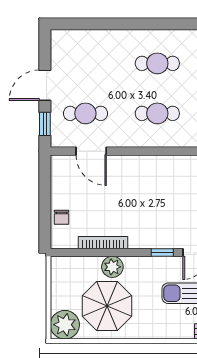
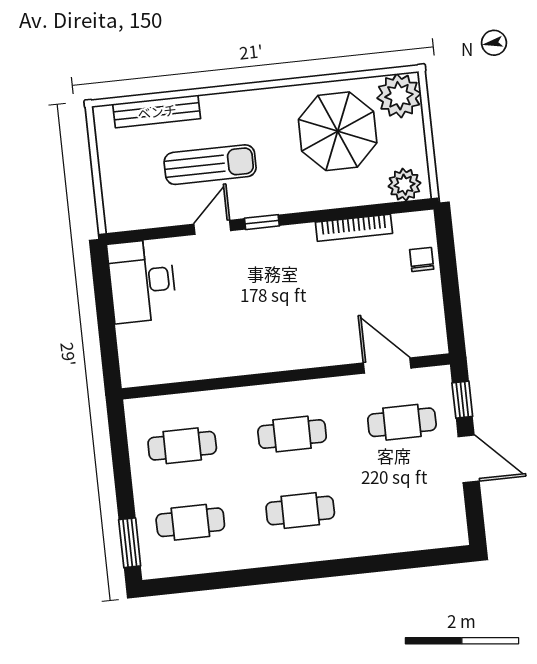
door: (45, 85) -> (469, 459), hinge flipped
plant: (112, 267) -> (404, 185), moved

